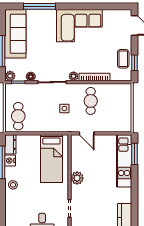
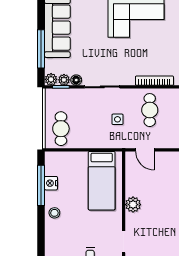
plant: (74, 76) -> (64, 80), moved
dresser: (10, 144) -> (51, 163), removed

